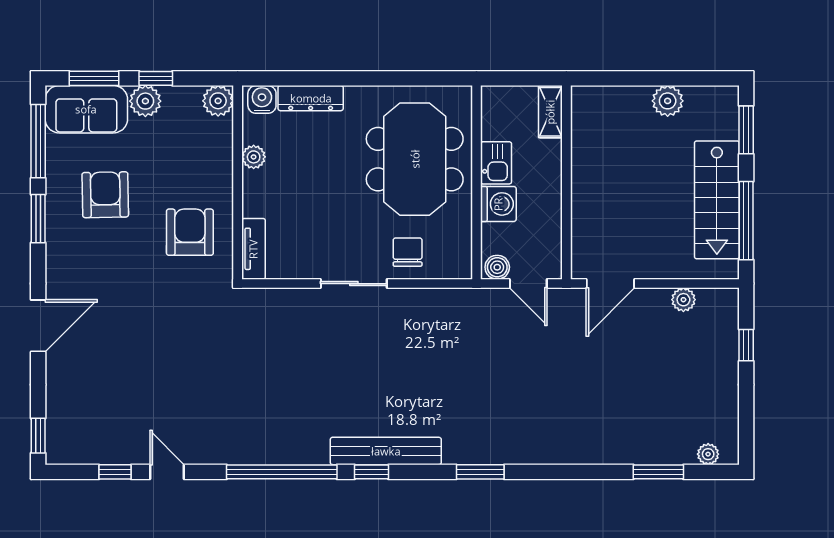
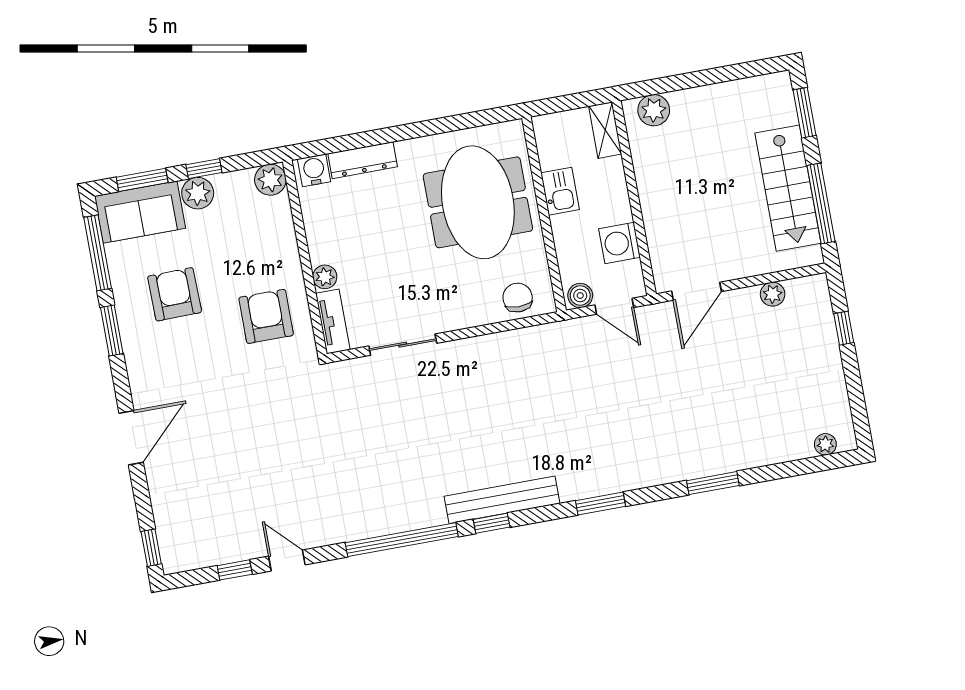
plant: (668, 101) -> (654, 110), moved
plant: (254, 157) -> (325, 277), moved
washing machine: (498, 204) -> (620, 243), moved, turned 180
chair: (408, 252) -> (518, 298), moved
sliding door: (354, 284) -> (403, 345), moved
window: (658, 472) -> (713, 483), moved

